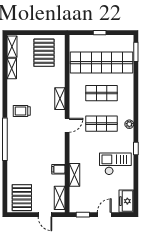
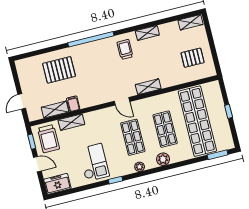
pallet: (44, 53) -> (193, 58), width x0.67, depth x0.71
shelving: (12, 69) -> (147, 33), moved
plant: (128, 102) -> (163, 159), added
pallet: (22, 198) -> (59, 70), moved
shelving: (60, 198) -> (55, 110), moved
trolley: (84, 199) -> (48, 139), added

